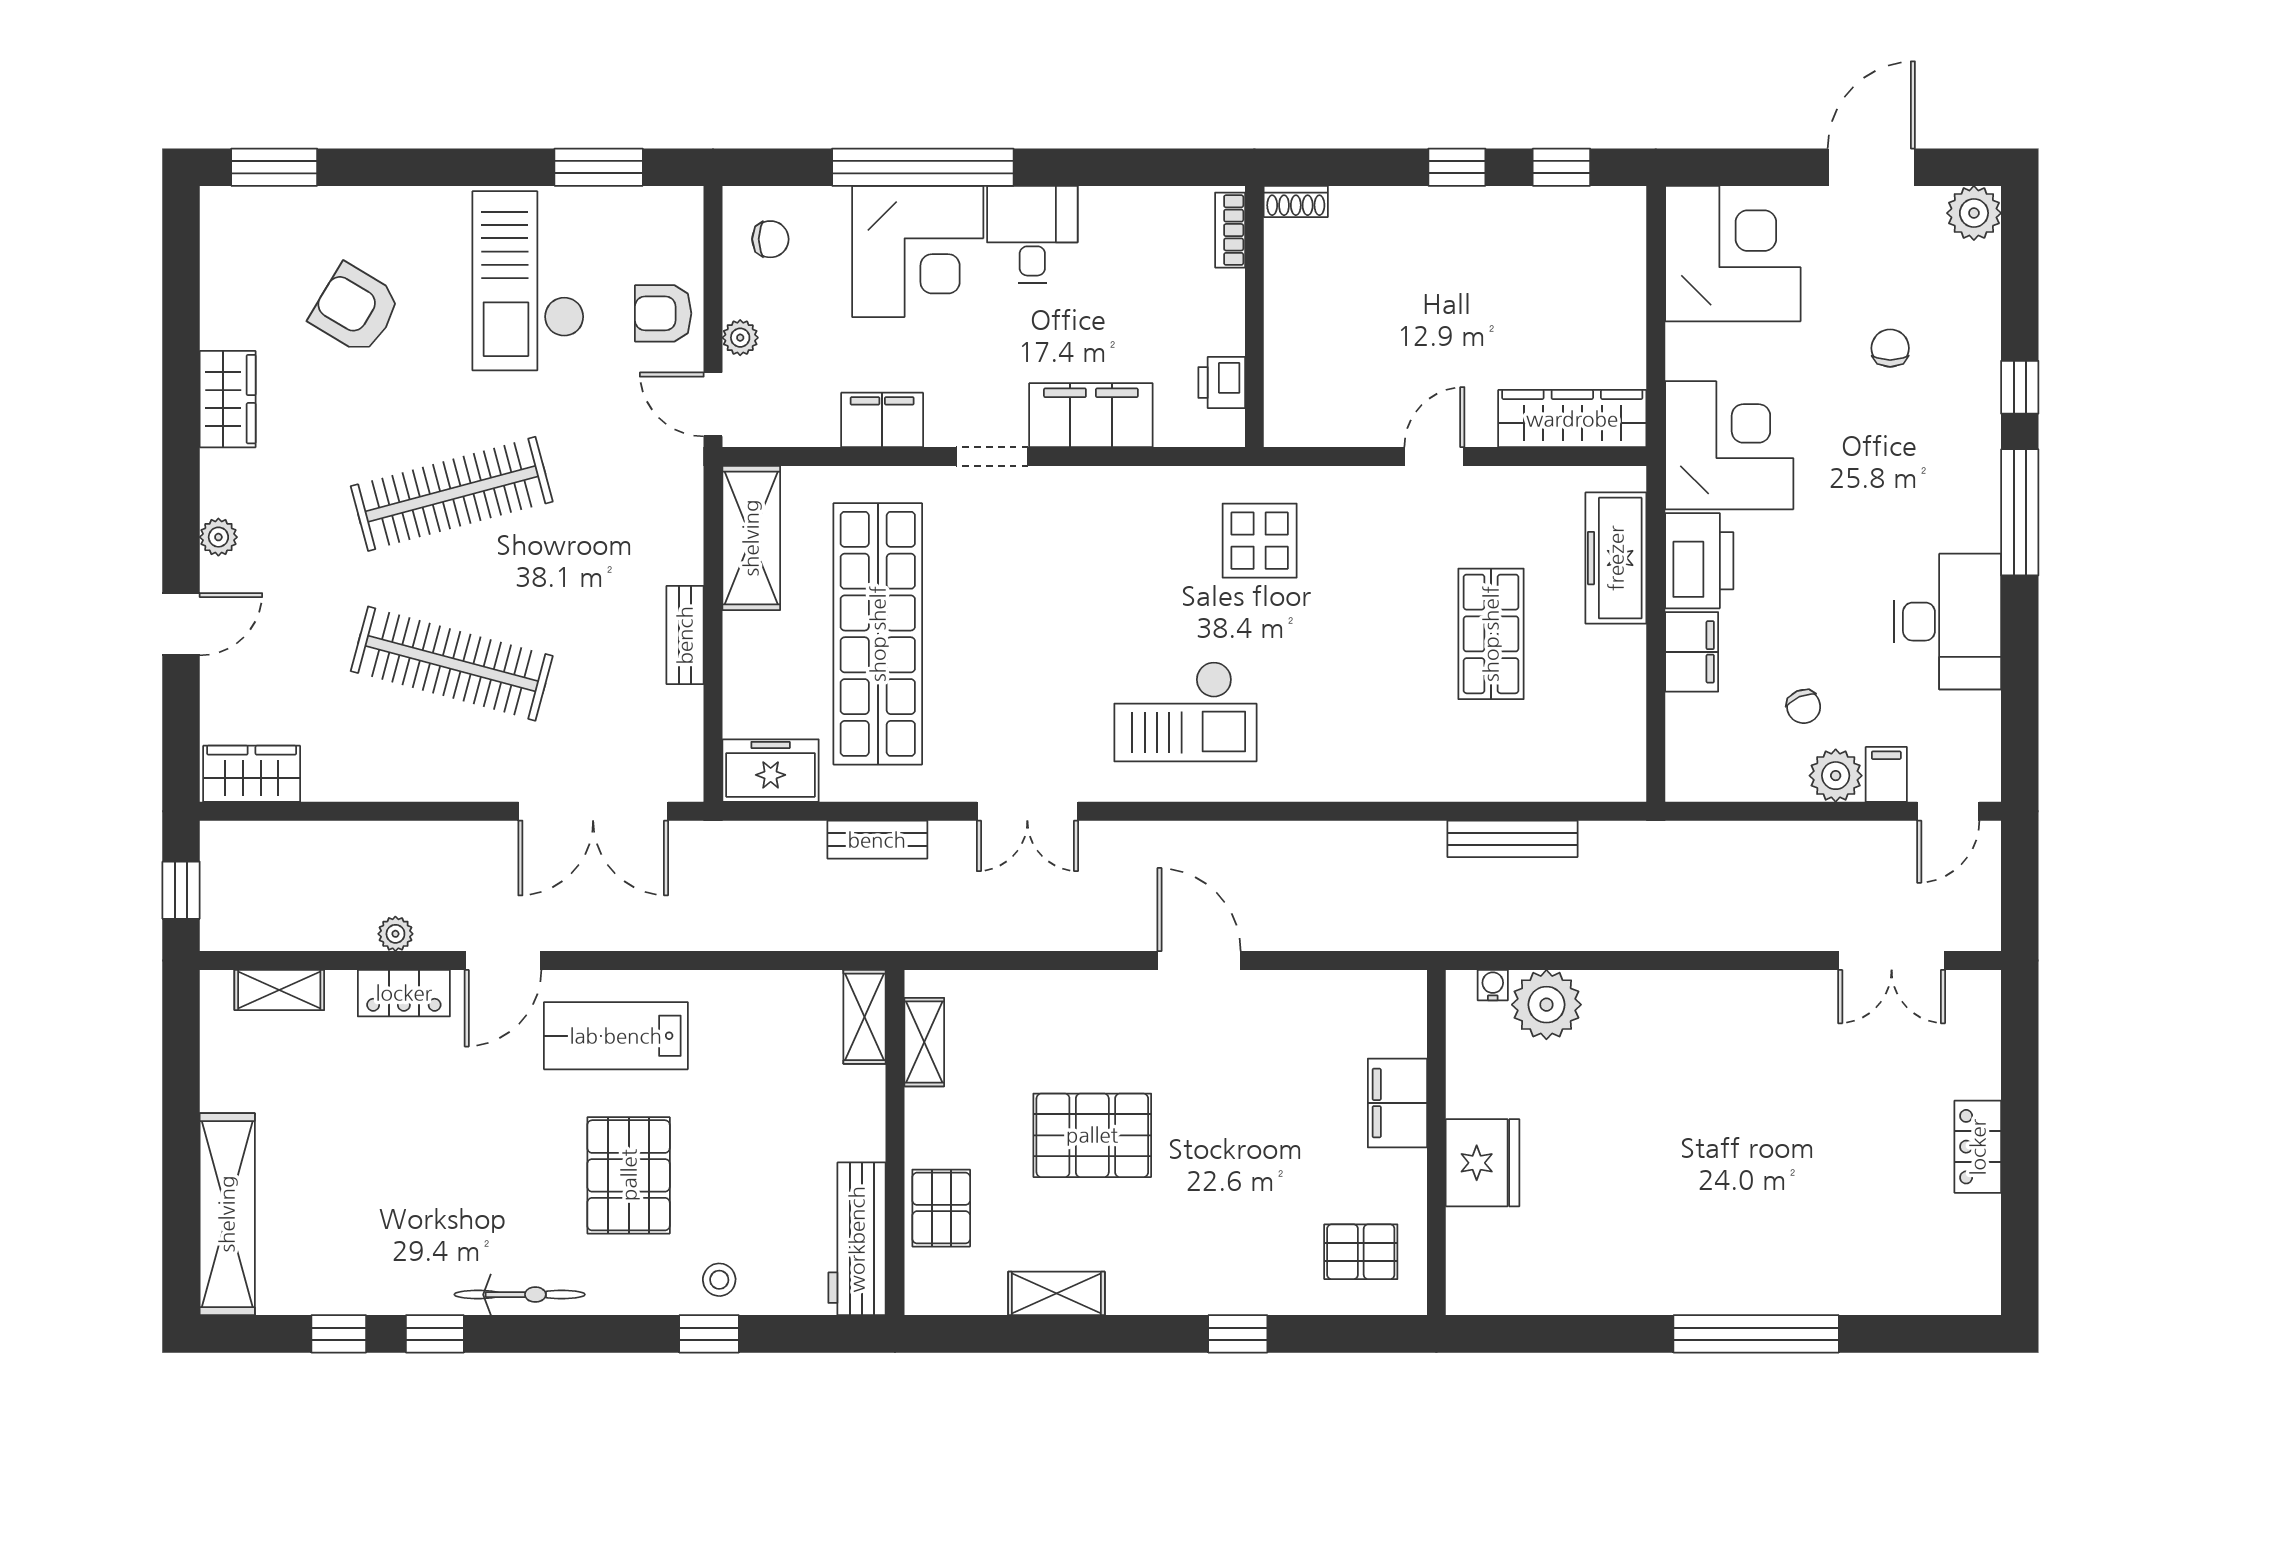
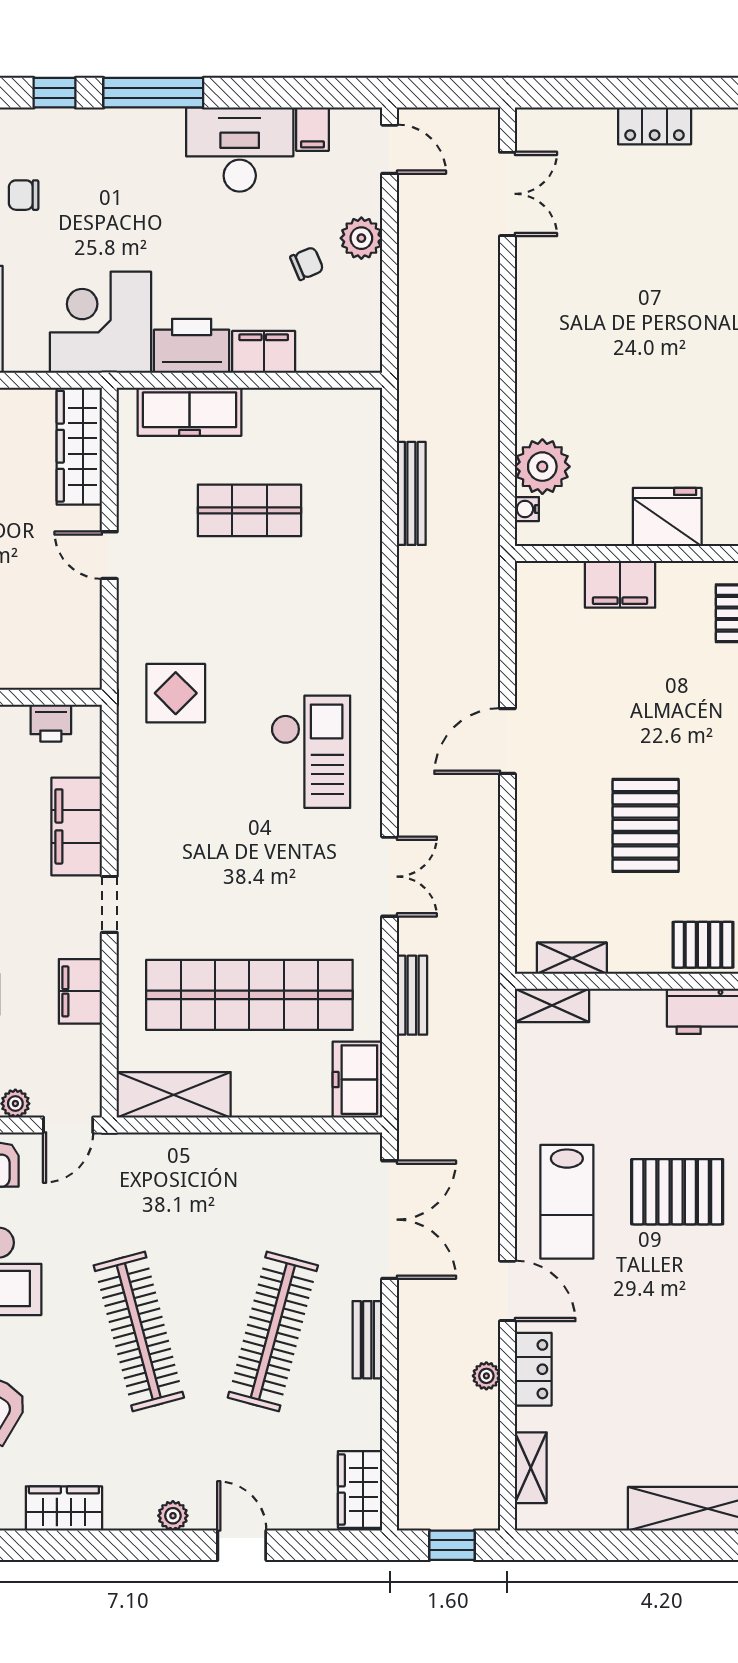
bench: (685, 635) -> (367, 1340), moved, turned 90
filing cabinet: (1886, 774) -> (312, 129), moved, turned -90

